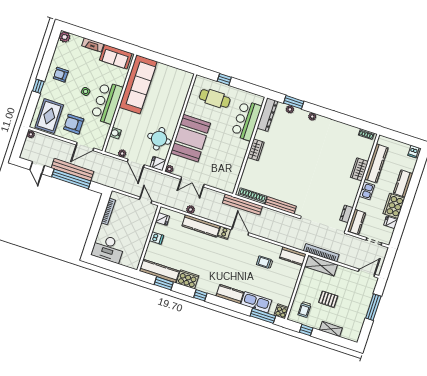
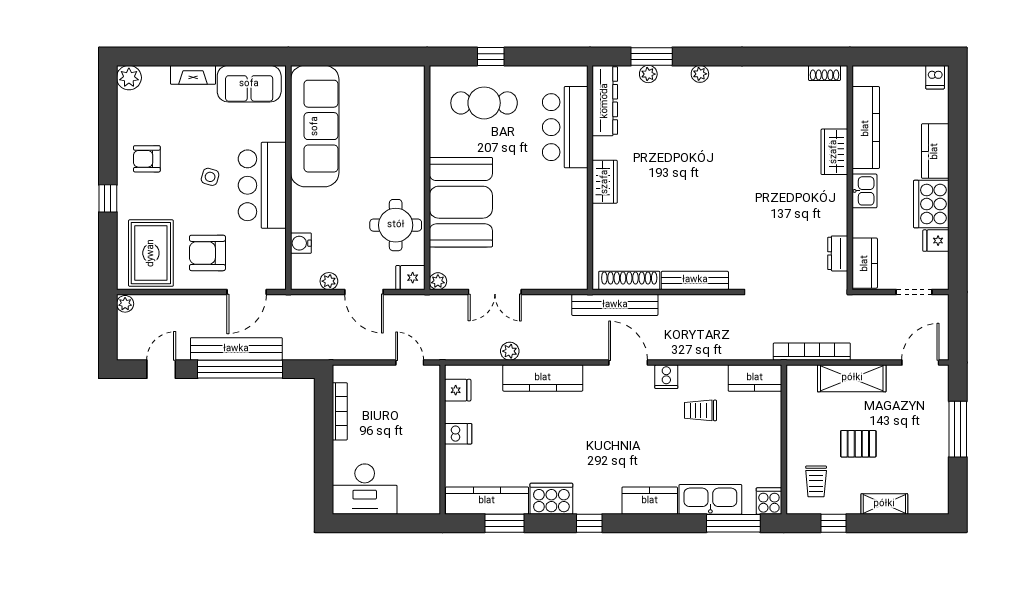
door: (37, 168) -> (161, 369), swing flipped
cooker: (224, 233) -> (666, 377), moved
shelving: (321, 265) -> (852, 378), moved

